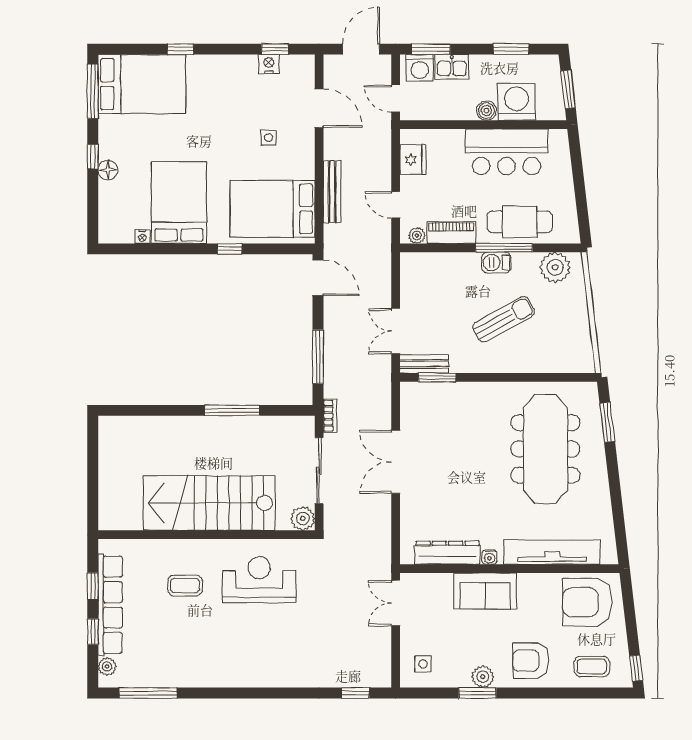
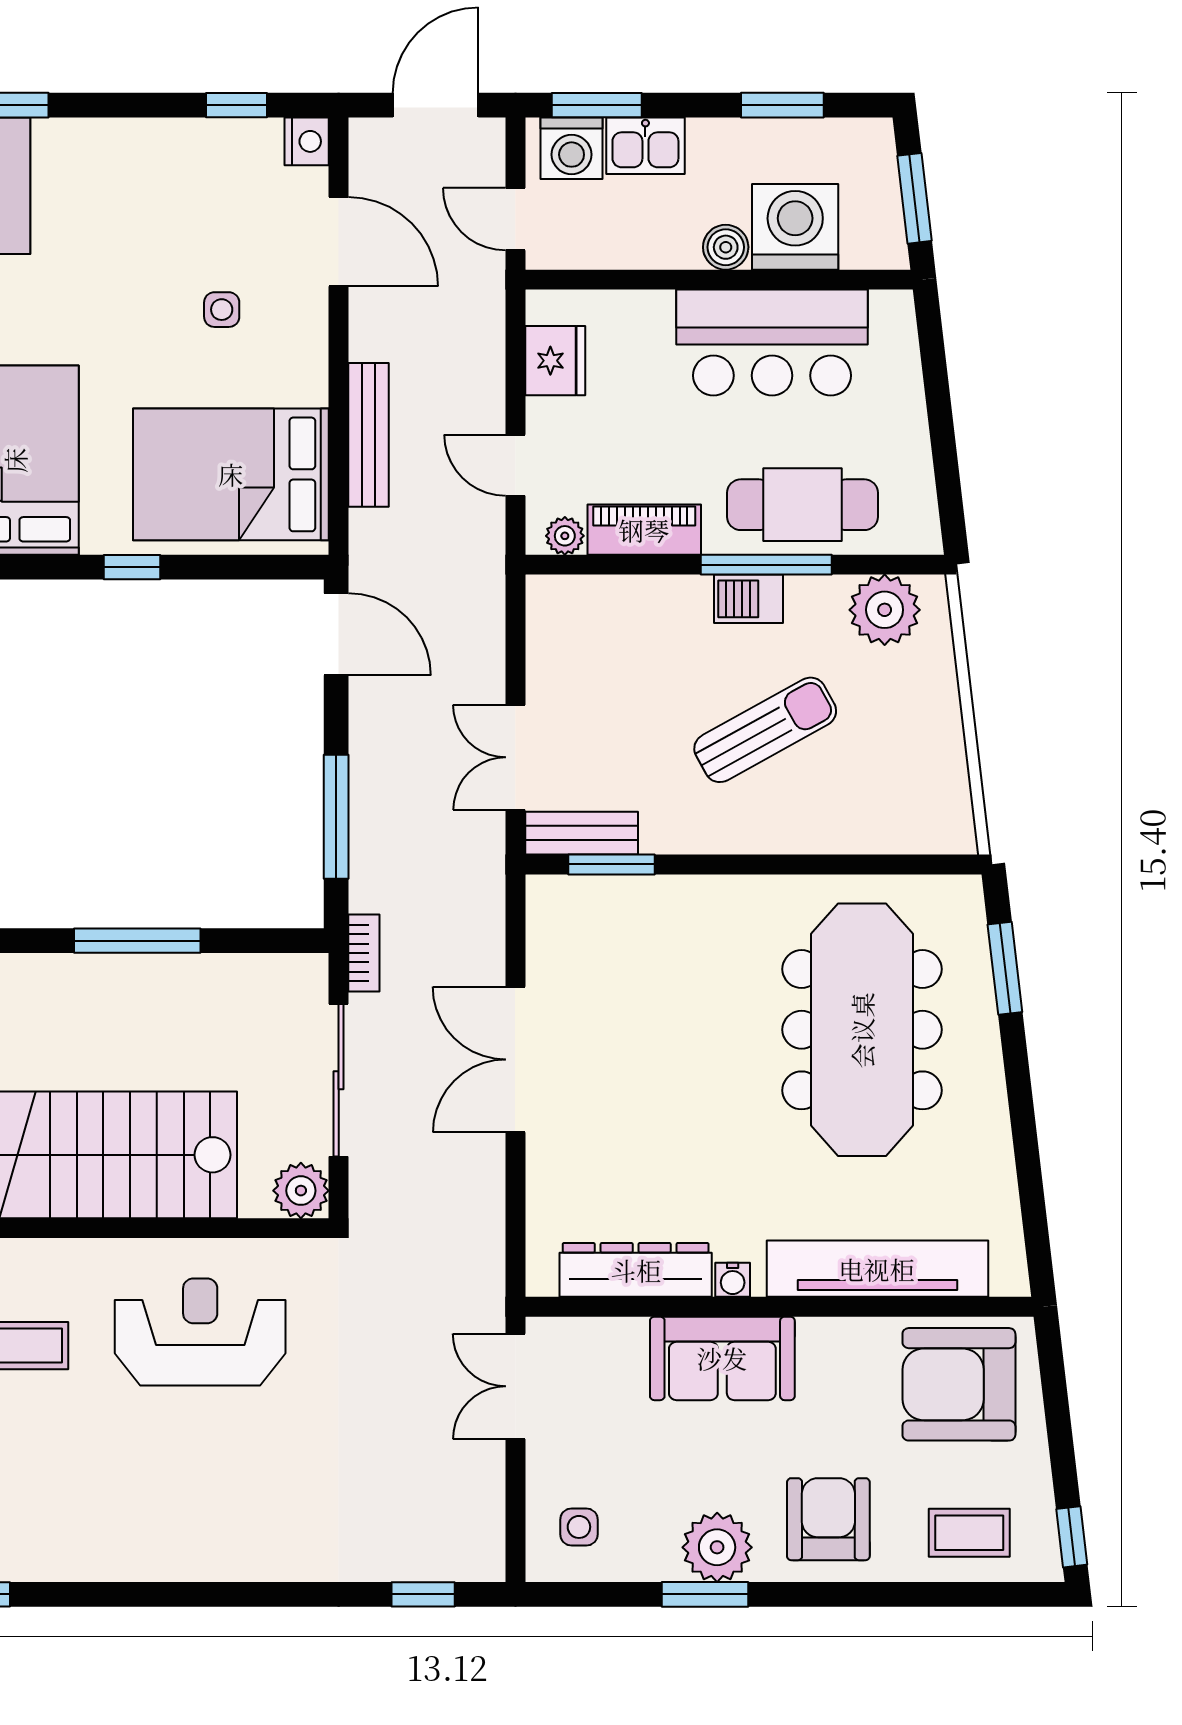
nightstand: (269, 64) -> (307, 141), moved, turned 90
armchair: (531, 661) -> (828, 1519), turned 90
plant: (483, 677) -> (717, 1547), width x1.36, depth x1.36

